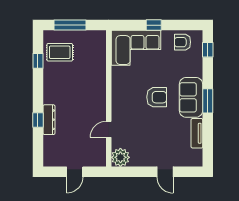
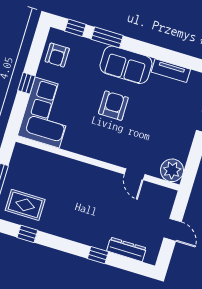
rug: (60, 52) -> (25, 205), turned 90
window: (208, 101) -> (107, 37), moved
dresser: (49, 120) -> (126, 249), moved

